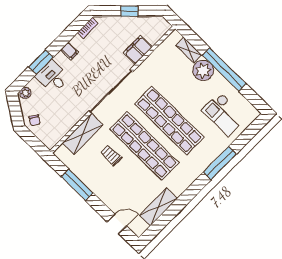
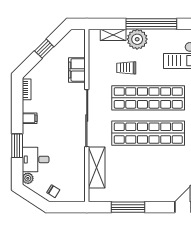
desk: (52, 77) -> (36, 159), moved
trolley: (111, 155) -> (126, 68), moved

